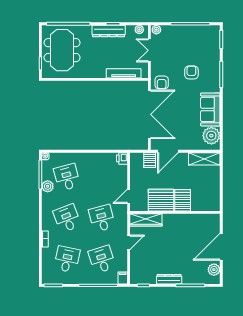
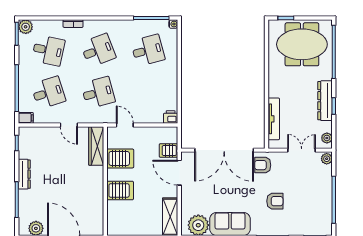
plant: (48, 186) -> (26, 27), moved
server rack: (161, 200) -> (120, 158), width x0.63

